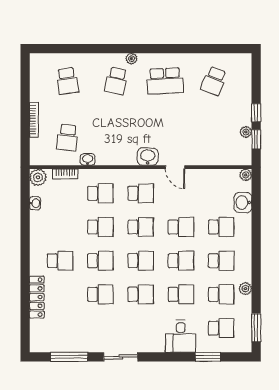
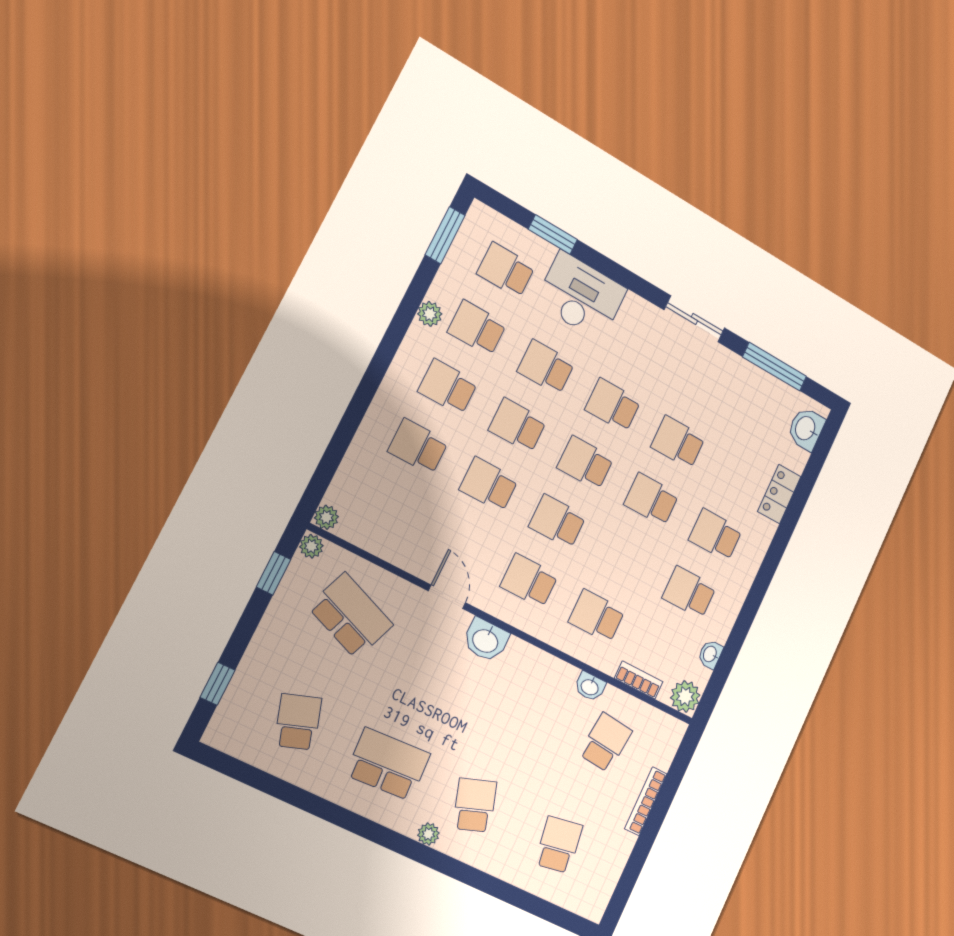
school desk: (116, 81) -> (475, 805), turned -30
school desk: (214, 81) -> (298, 722), turned -39
window: (256, 113) -> (218, 684), moved
plant: (246, 132) -> (311, 546), moved
school desk: (214, 138) -> (351, 616), added
washbasin: (243, 203) -> (806, 429), moved, turned 180
school desk: (100, 227) -> (689, 592), moved
locker: (37, 297) -> (779, 494), width x0.66
desk: (181, 336) -> (581, 296), width x1.37

